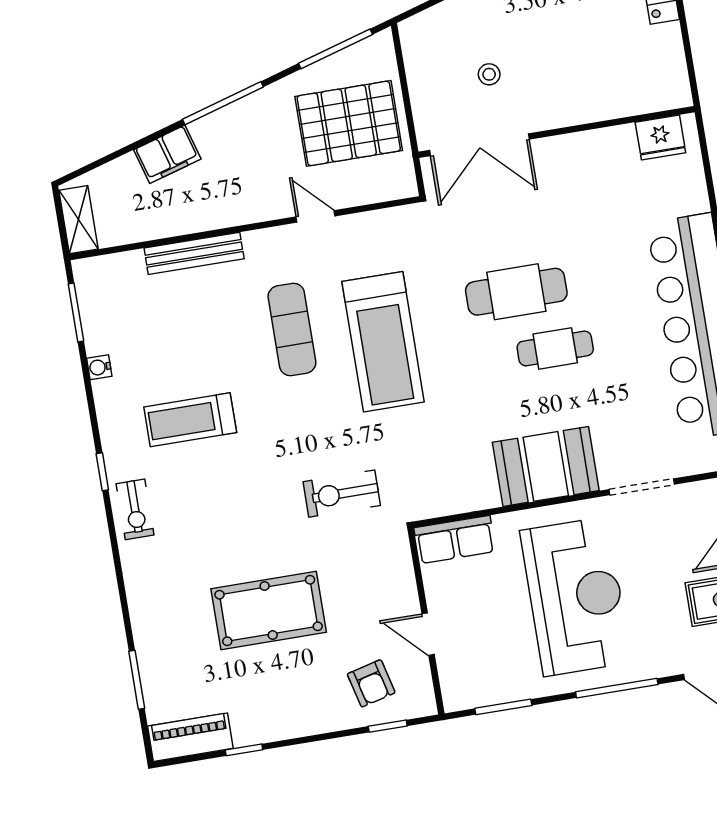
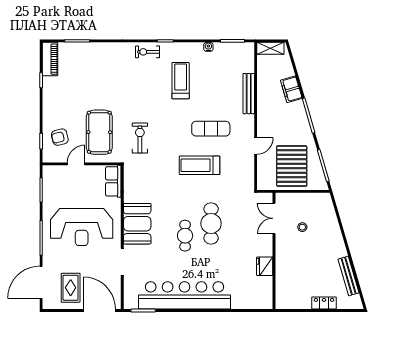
fridge: (660, 137) -> (265, 266), moved
double door: (479, 145) -> (274, 218), width x0.73
treadmill: (383, 342) -> (200, 165), width x0.73, depth x0.73
pool table: (269, 611) -> (99, 132), moved

